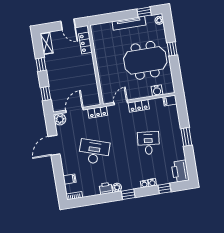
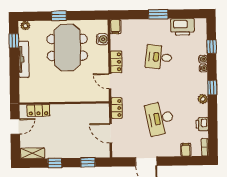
plant: (60, 119) -> (118, 151), removed
desk: (94, 152) -> (160, 118), turned -30
printer: (180, 171) -> (183, 27), moved
printer: (106, 188) -> (202, 124), moved

